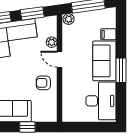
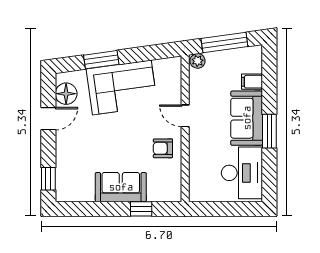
window: (32, 13) -> (148, 53), removed
plant: (52, 42) -> (174, 93), removed

